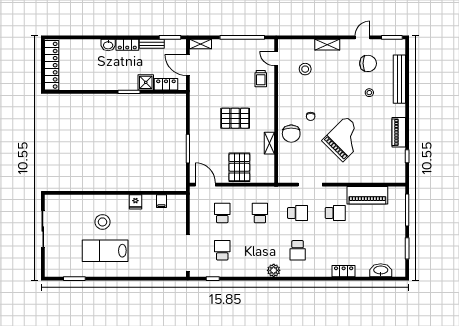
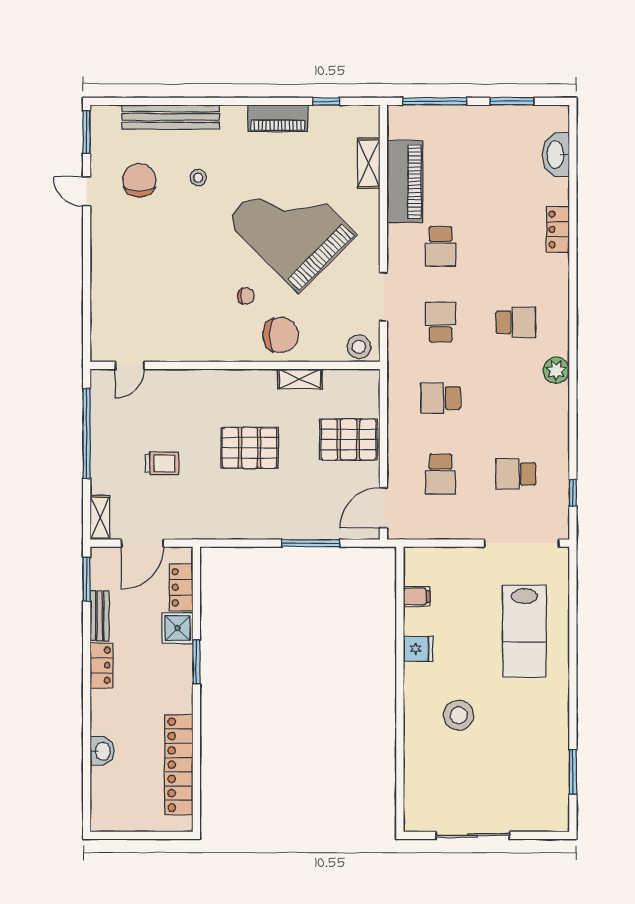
washbasin: (108, 45) -> (102, 751), moved
shelving: (327, 45) -> (369, 163), moved
locker: (52, 65) -> (179, 765), moved, turned -90
stool: (305, 69) -> (359, 347), moved
trolley: (261, 79) -> (162, 463), moved
pallet: (235, 118) -> (250, 448), turned 90
grand piano: (345, 139) -> (291, 227), width x1.37, depth x1.48
school desk: (222, 213) -> (441, 474), turned -90
school desk: (335, 213) -> (441, 246), turned 180
lab bench: (105, 251) -> (525, 631), moved

